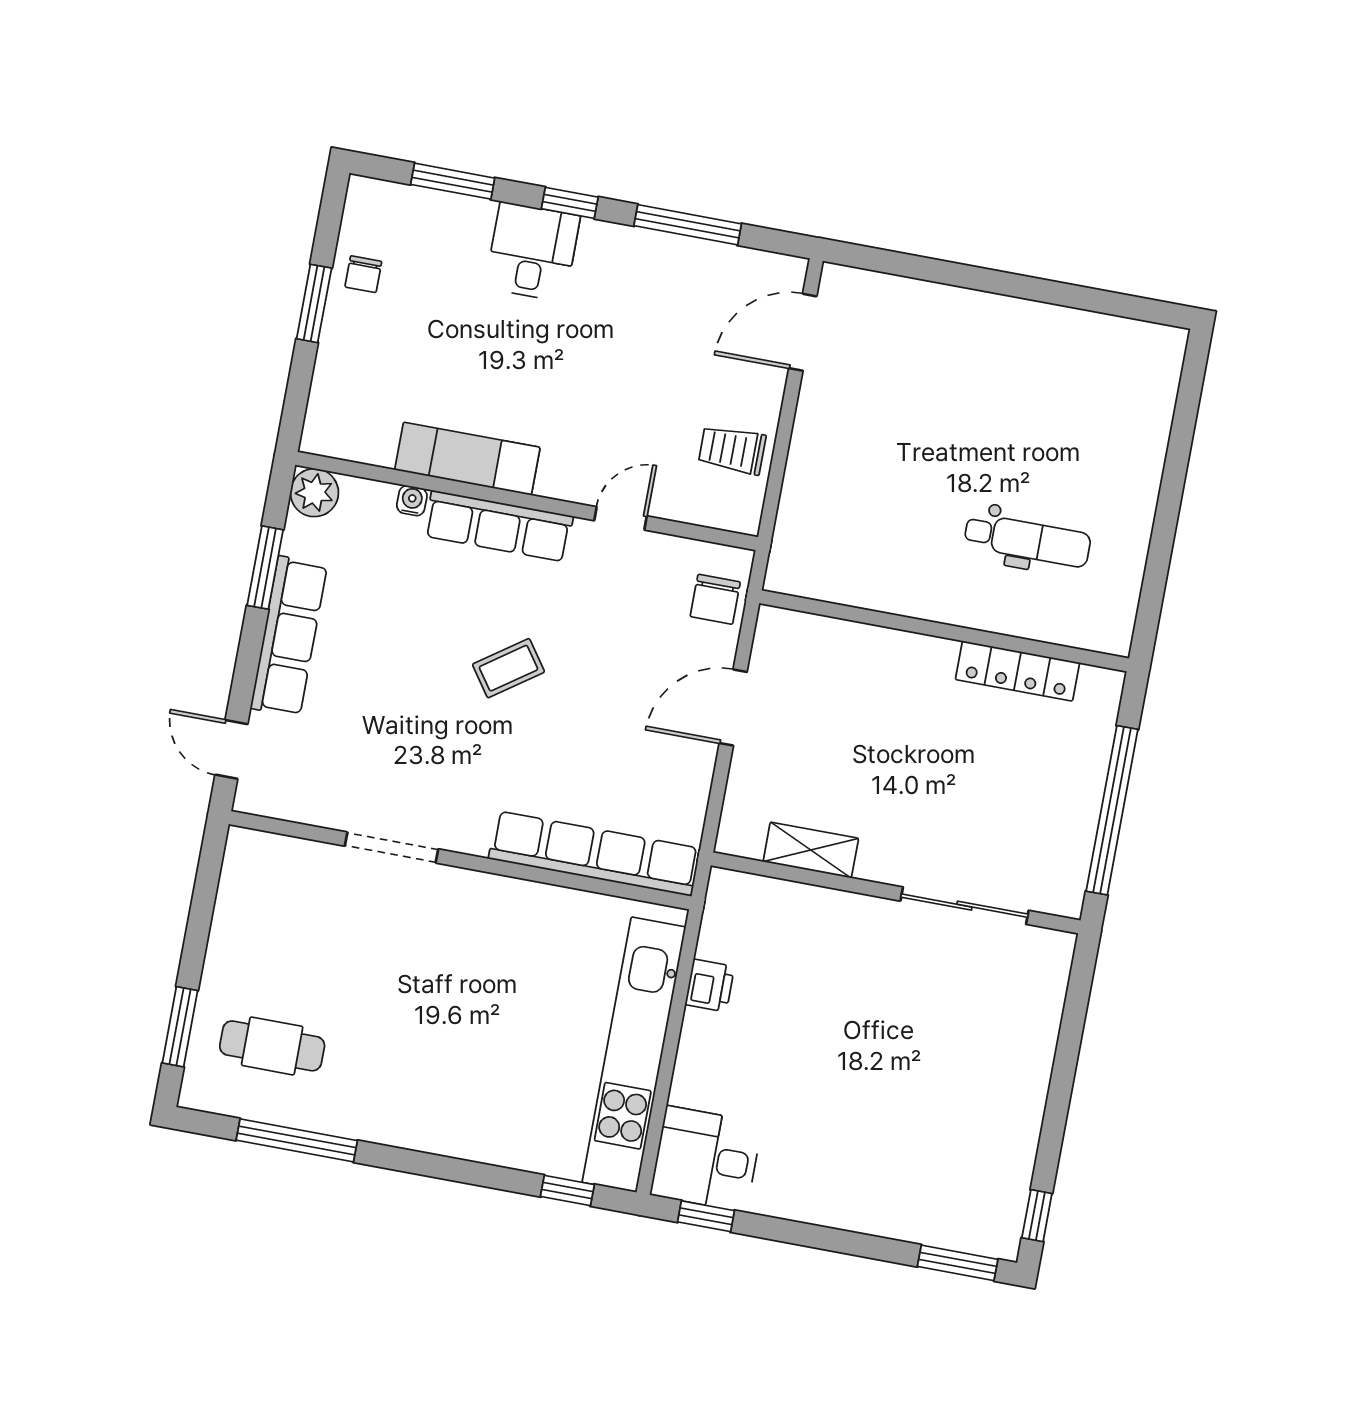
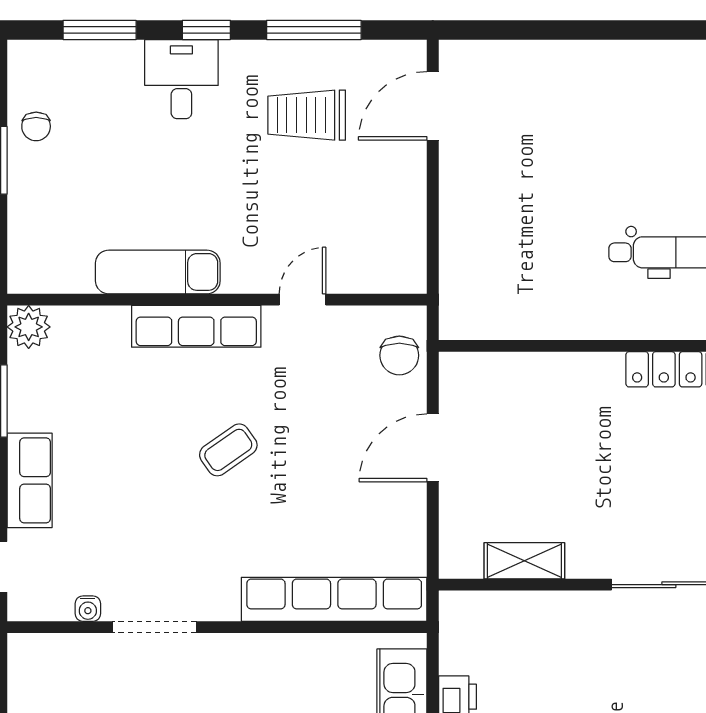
trolley: (732, 450) -> (307, 115), moved, width x1.36, depth x1.39
water cooler: (412, 501) -> (88, 609), moved, turned 180
row of seats: (289, 636) -> (30, 480), width x0.68

